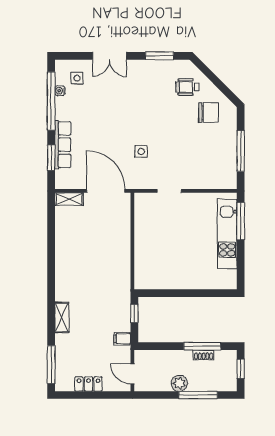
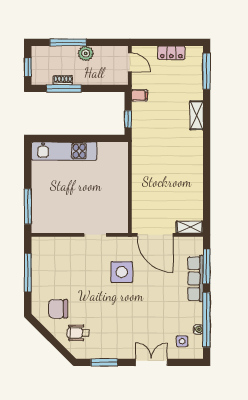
wheelchair: (187, 87) -> (78, 333), turned 180
side table: (141, 151) -> (122, 272), width x1.87, depth x1.87
window: (51, 158) -> (207, 266), width x1.44
kitchen unit: (227, 234) -> (64, 151), moved, turned 90

